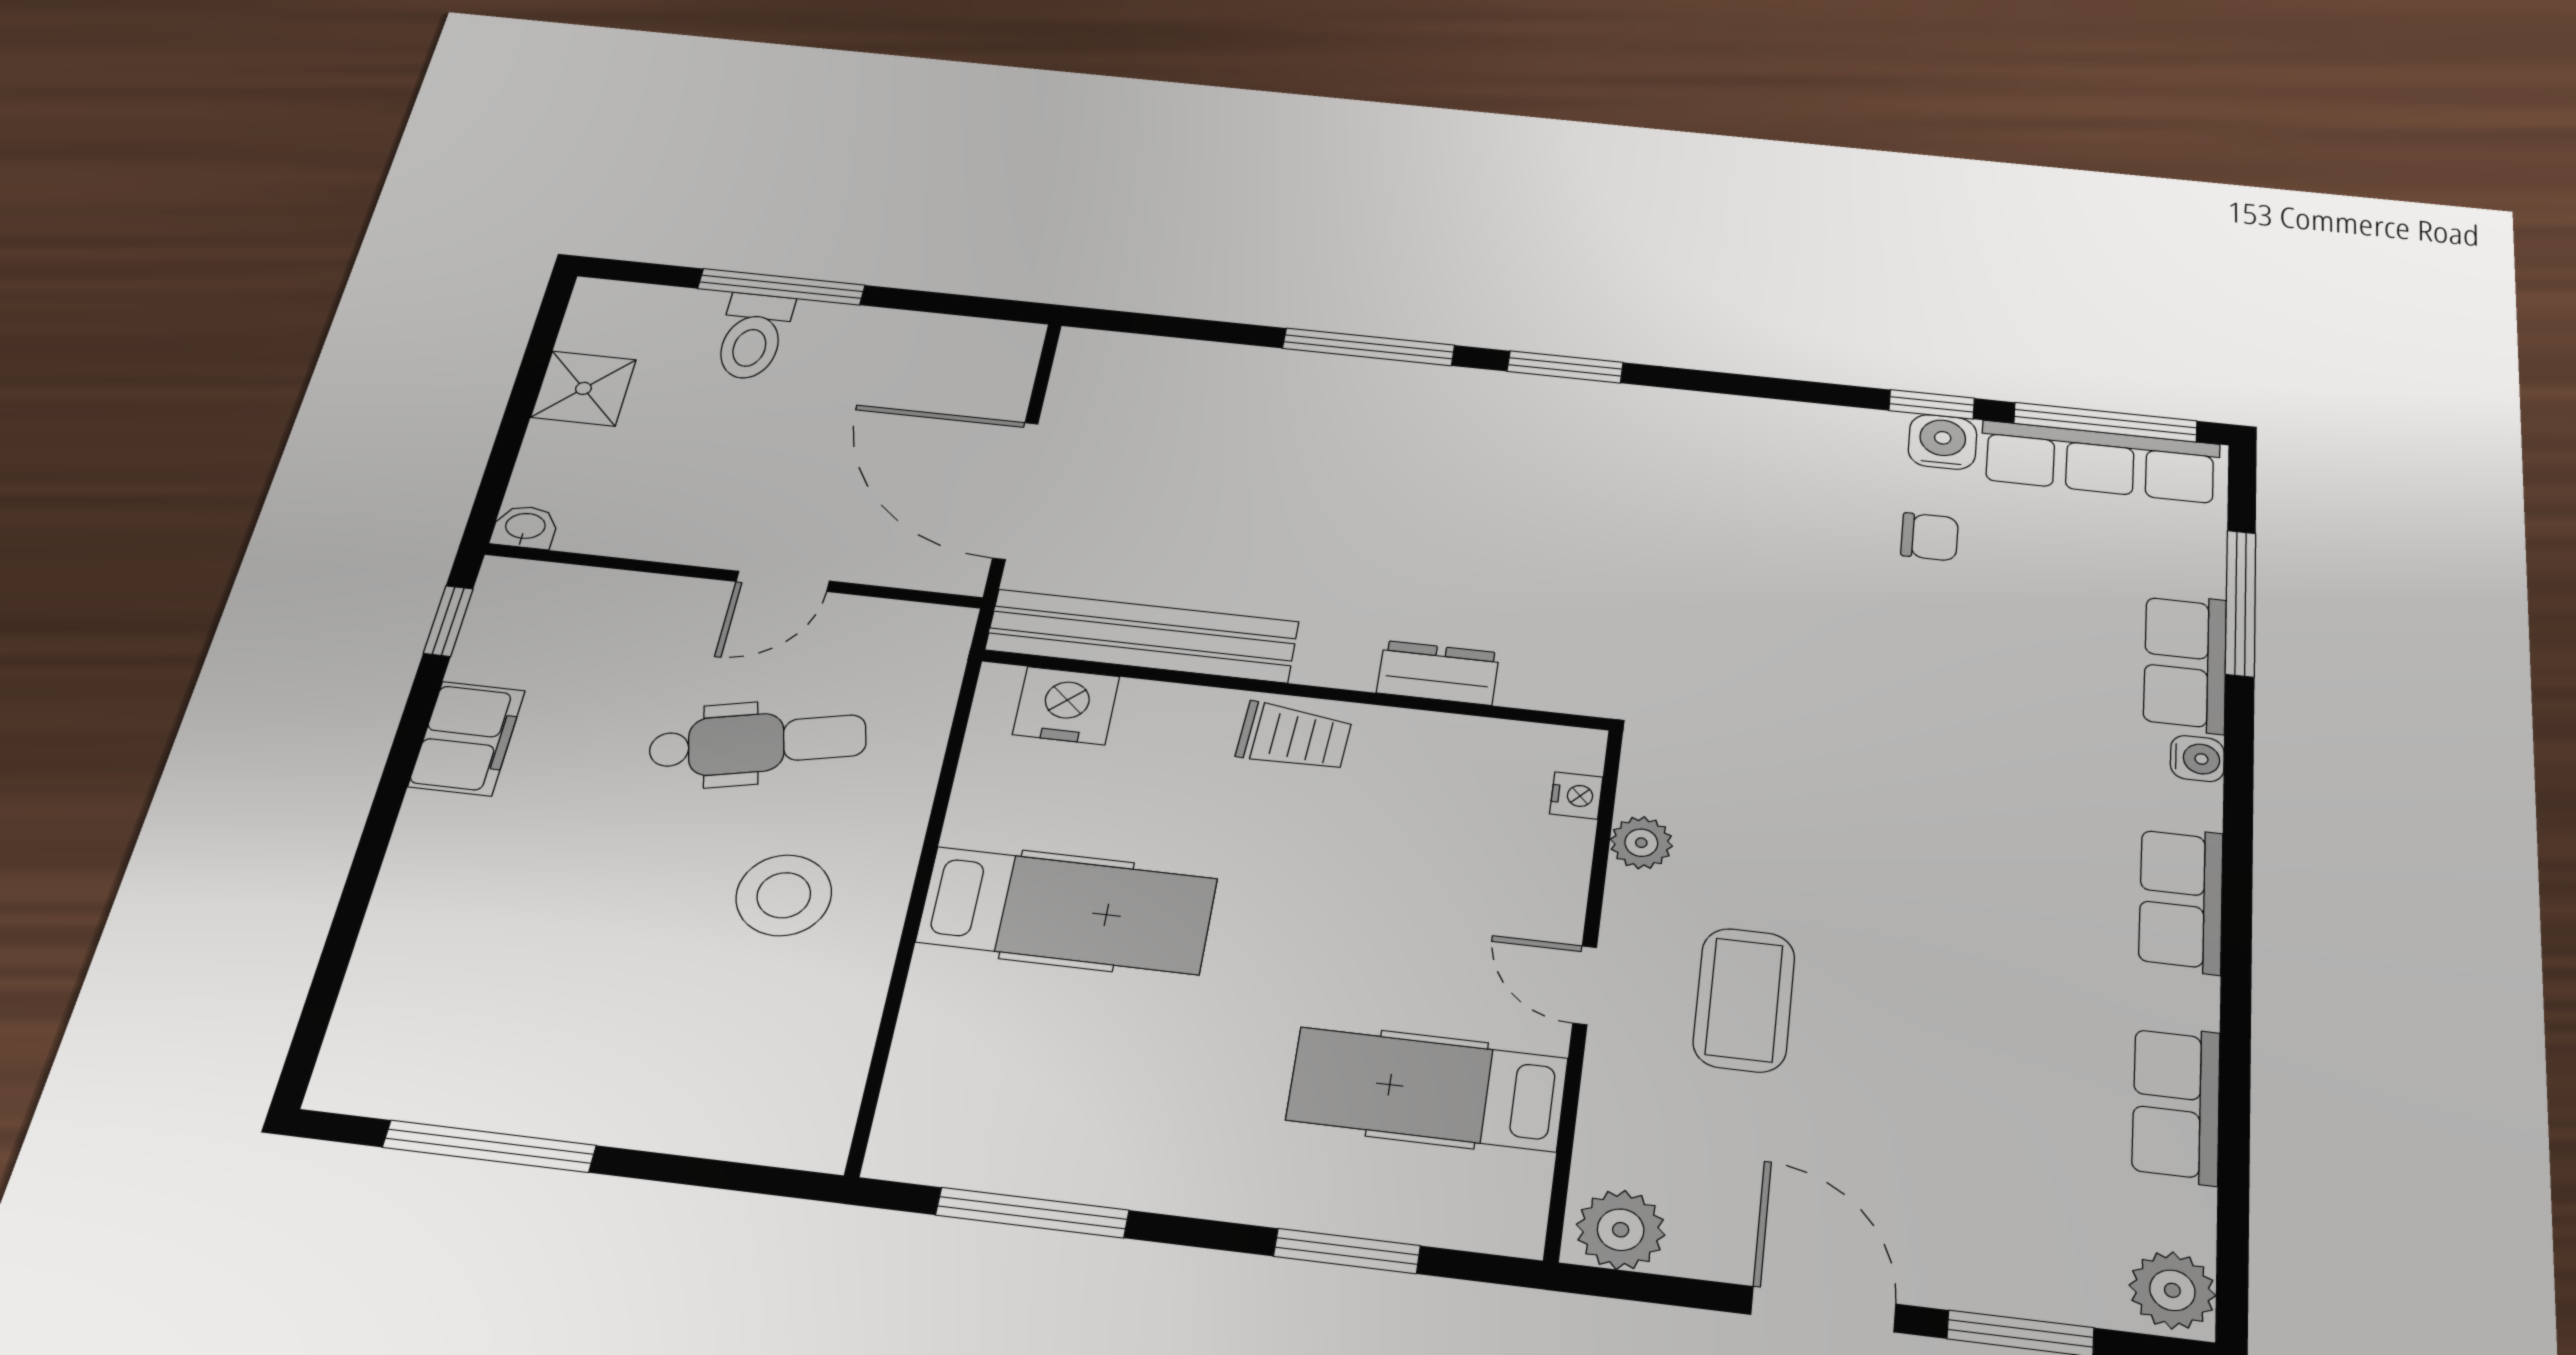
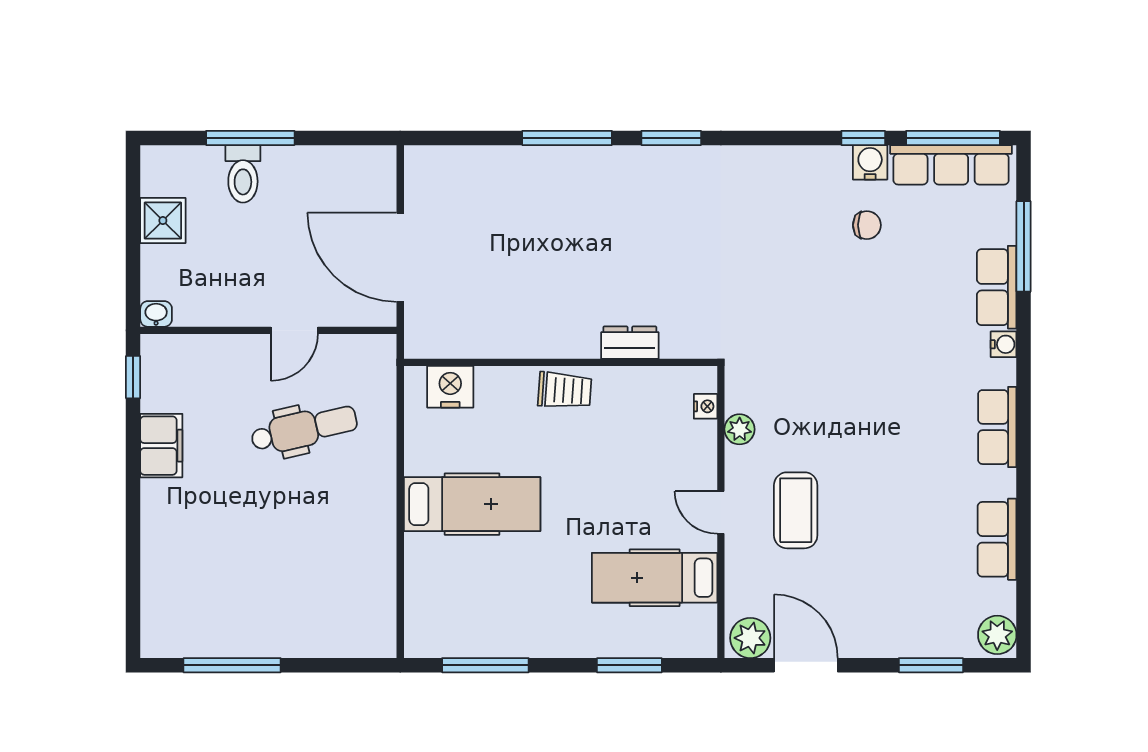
bench: (1142, 636) -> (480, 340), removed
stool: (784, 895) -> (336, 514), removed
door: (1823, 1309) -> (806, 665), moved

